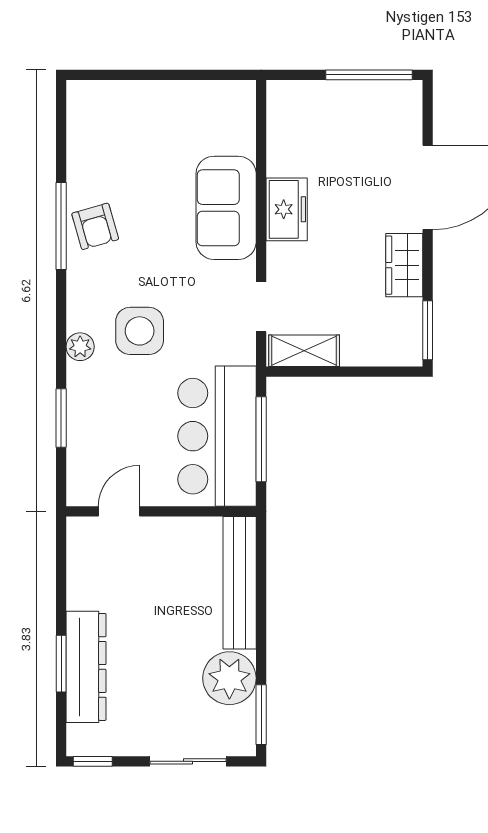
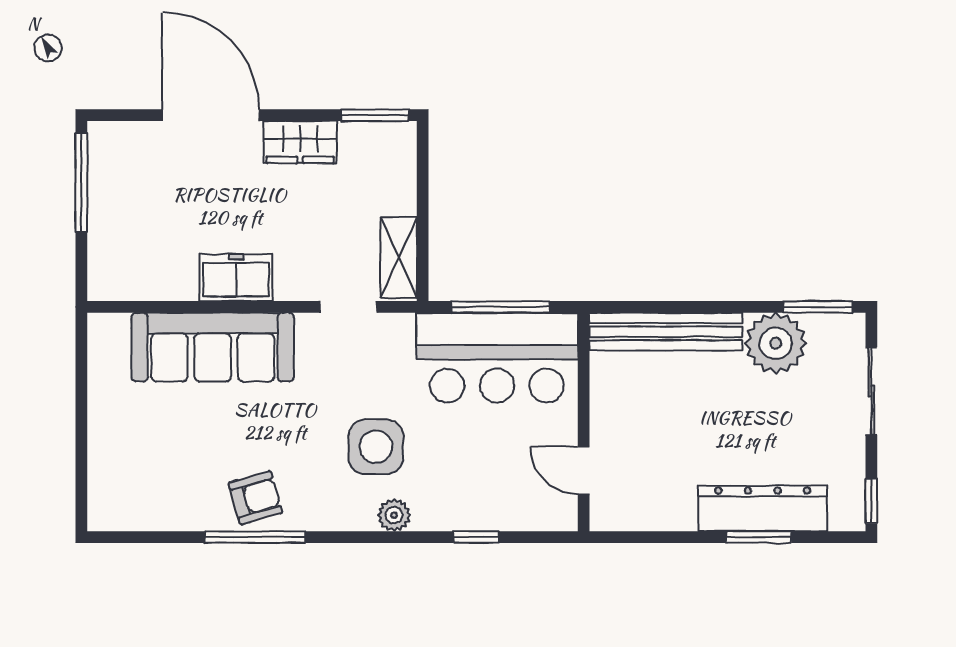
sofa: (226, 208) -> (213, 347), width x1.36
window: (61, 418) -> (476, 537), width x0.67

